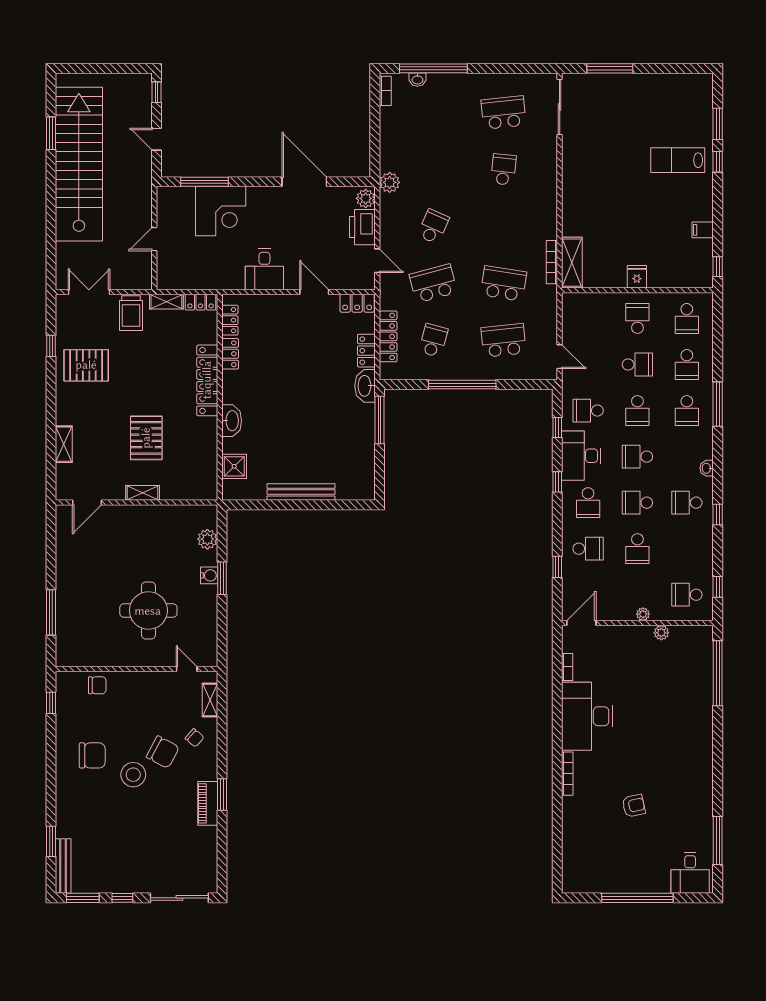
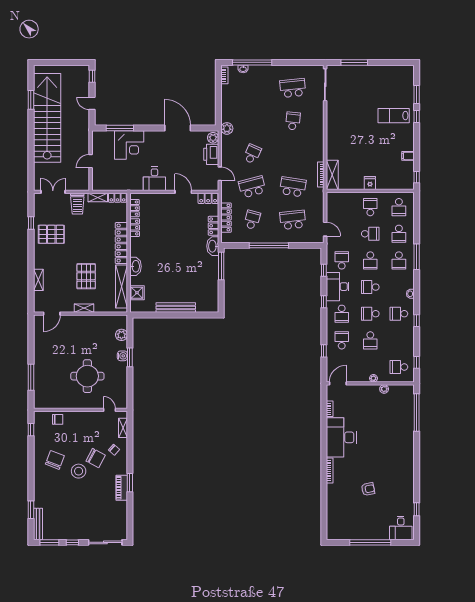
school desk: (588, 411) -> (342, 260), turned 90
shelving: (207, 456) -> (121, 287), added
school desk: (588, 549) -> (342, 340), turned -90
chair: (92, 755) -> (55, 460), turned -69
window: (718, 841) -> (417, 509), width x0.46

